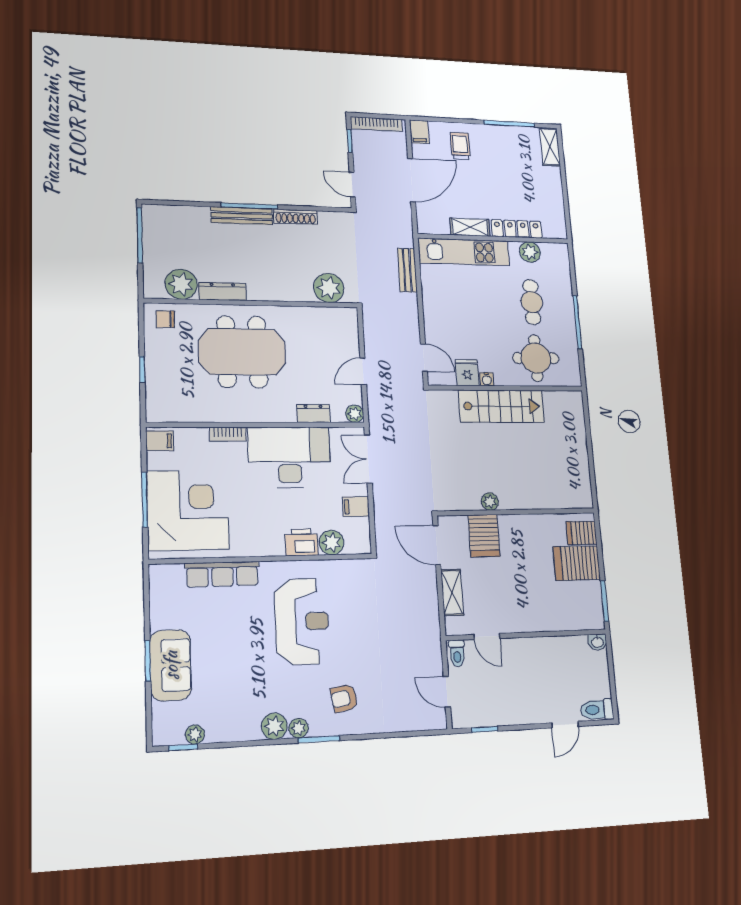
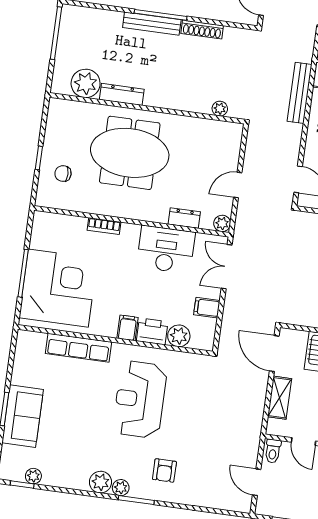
bench: (407, 270) -> (300, 93), width x1.36
plant: (329, 288) -> (220, 109), width x0.53, depth x0.53
chair: (165, 319) -> (63, 174), moved
filing cabinet: (160, 441) -> (128, 328), moved, turned -90
desk: (289, 457) -> (166, 250), width x0.73, depth x0.77
reception desk: (302, 621) -> (140, 399), turned 180
armchair: (344, 698) -> (164, 470), turned -80

